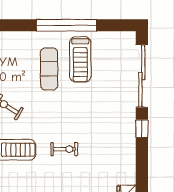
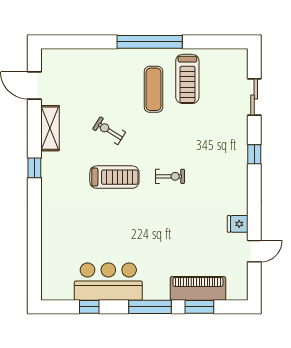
window: (66, 25) -> (150, 42), moved
sliding door: (142, 76) -> (254, 97), width x0.54

